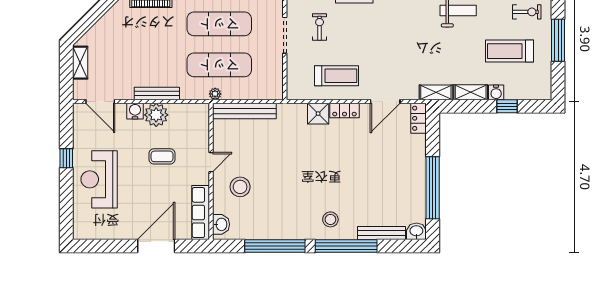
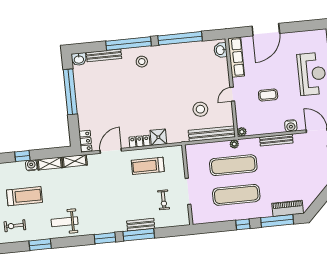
plant: (156, 115) -> (242, 132), moved, width x0.53, depth x0.53
stool: (240, 187) -> (200, 109), moved

